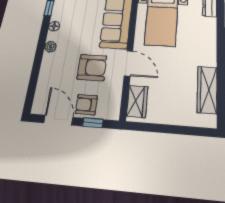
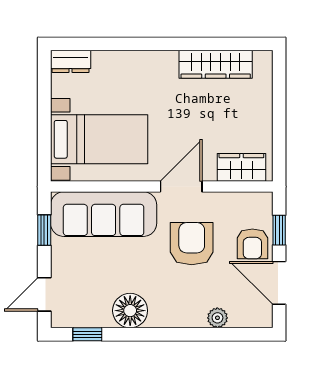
floor lamp: (54, 26) -> (130, 311), width x1.89, depth x1.89
plant: (50, 47) -> (217, 318), moved
door: (58, 120) -> (279, 283), hinge flipped

